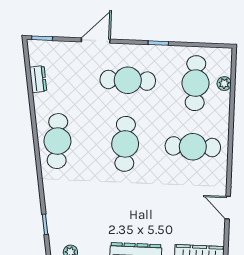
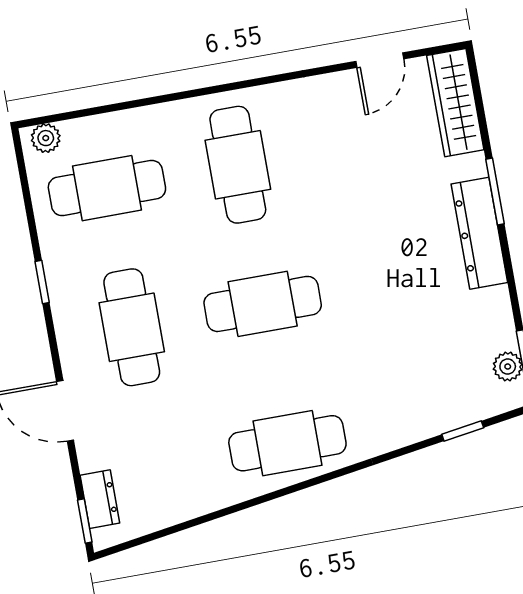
dresser: (38, 79) -> (100, 499), moved, turned 99
plant: (224, 84) -> (46, 138), moved
door: (228, 208) -> (380, 60), moved

